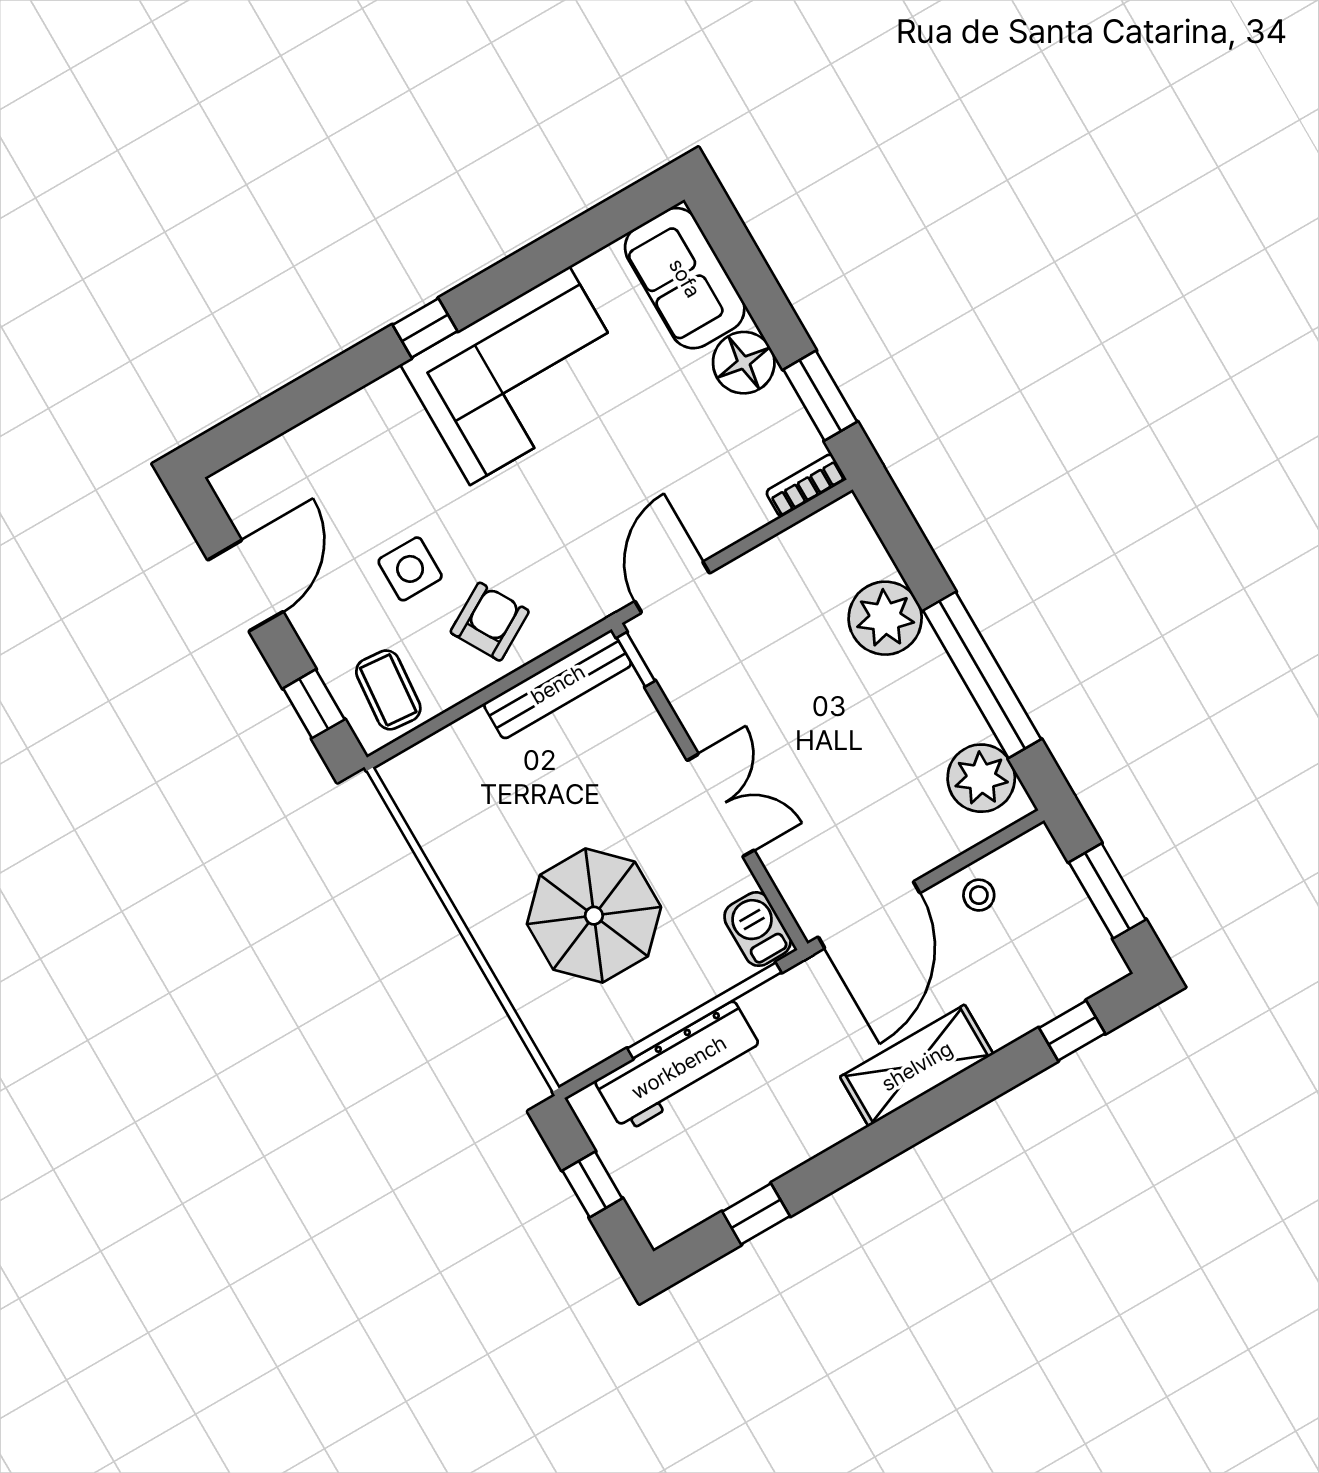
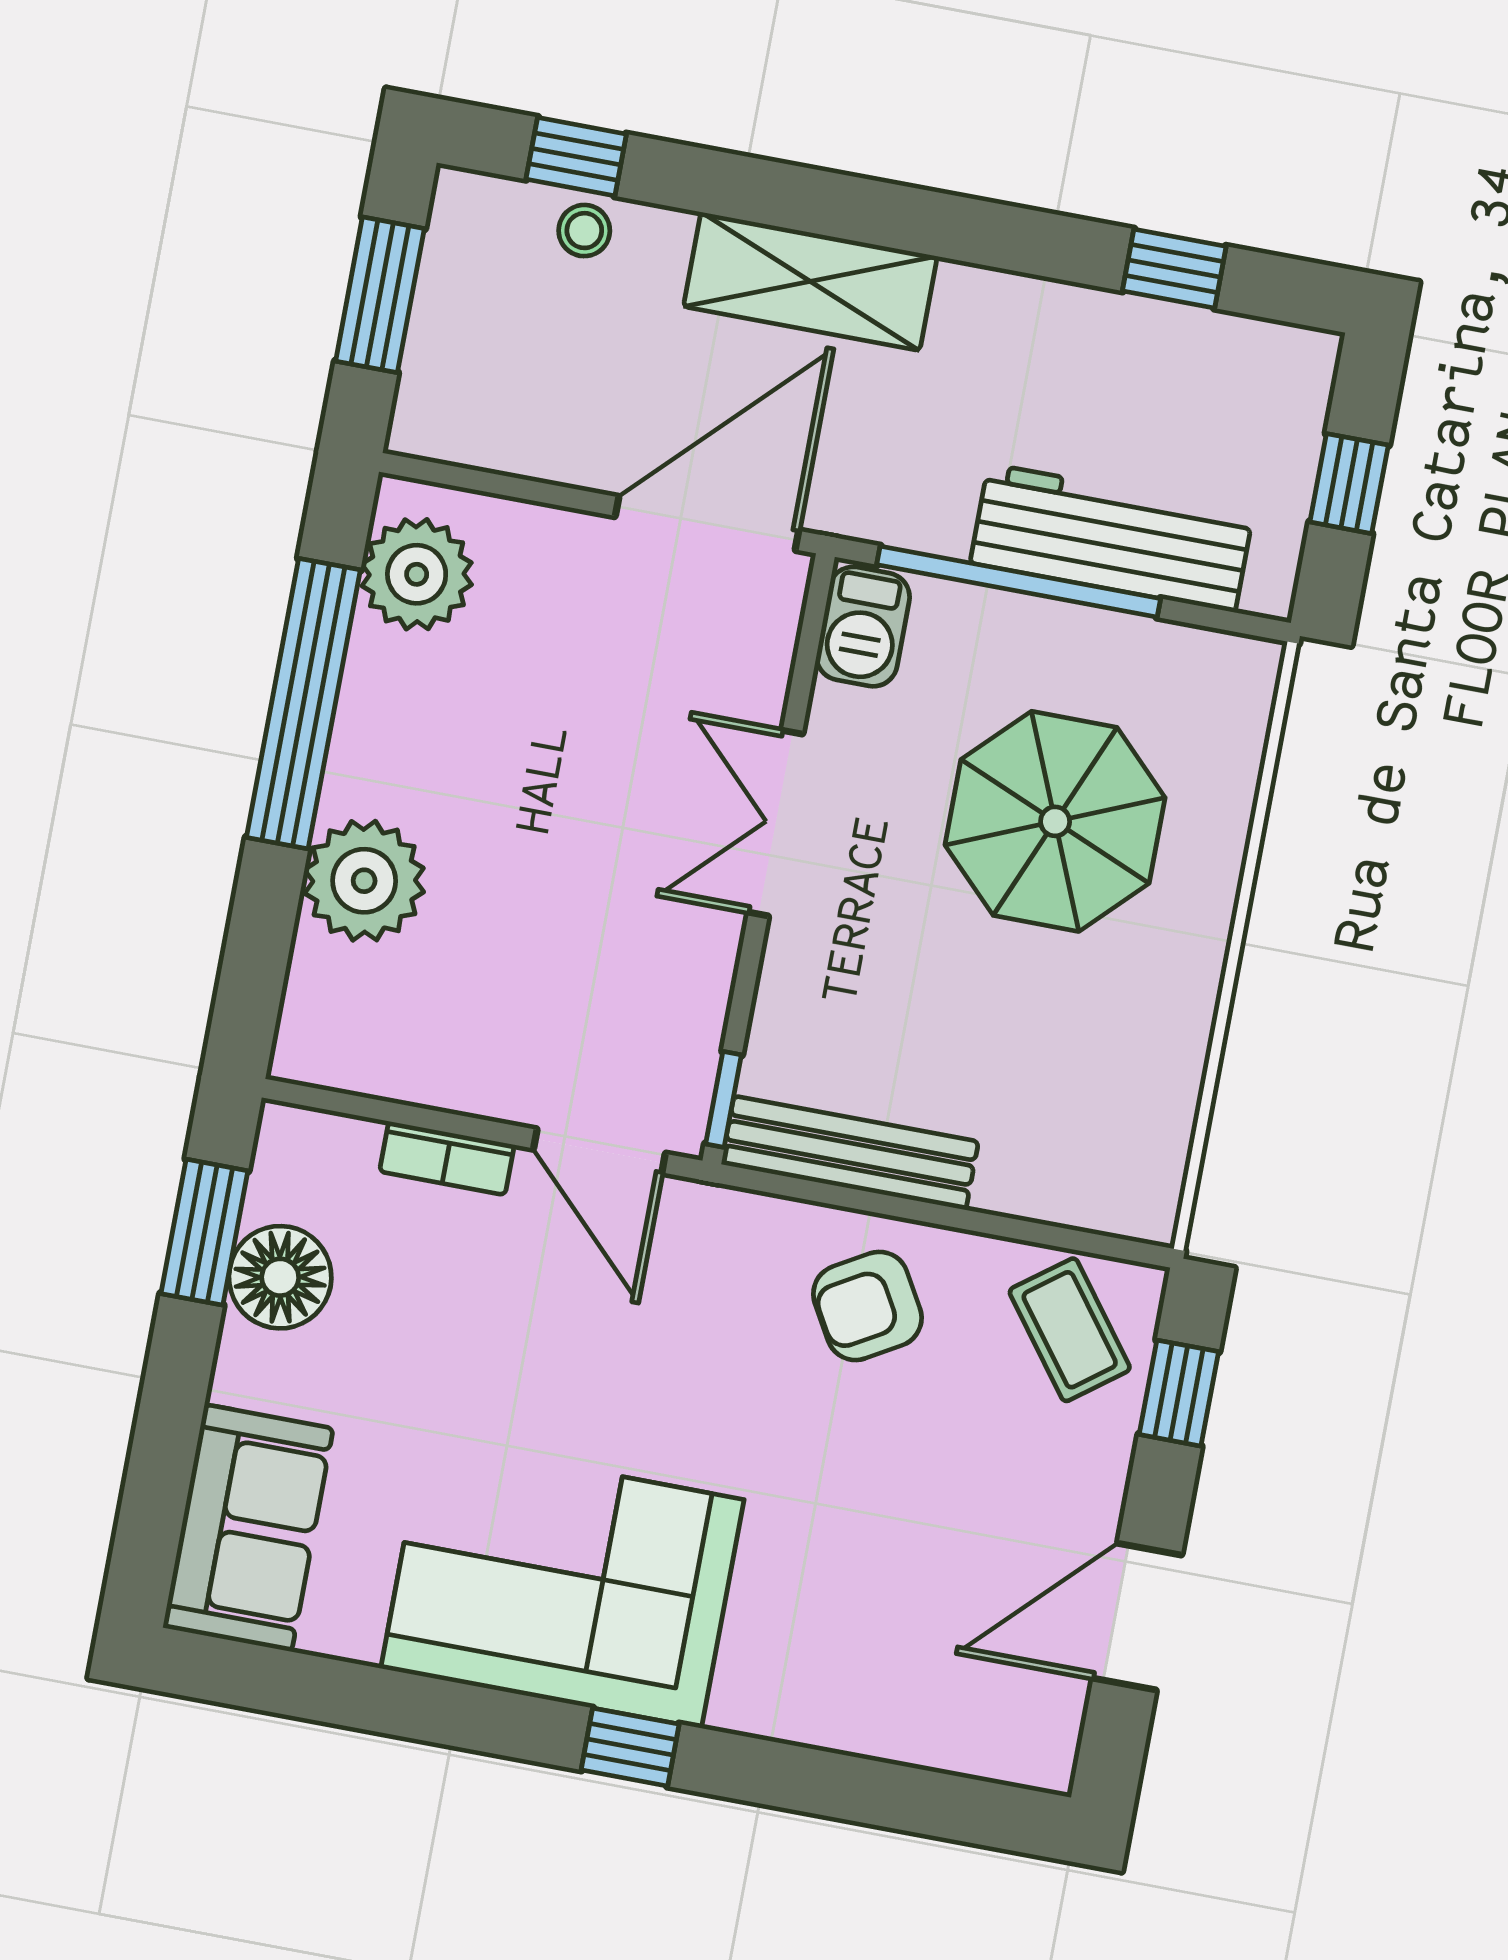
floor lamp: (744, 363) -> (280, 1277), moved
bookcase: (806, 485) -> (447, 1158), moved
side table: (410, 569) -> (911, 1459), removed
door: (672, 587) -> (599, 1151), hinge flipped
coffee table: (388, 690) -> (1070, 1330), turned -42
stool: (979, 895) -> (584, 231), moved

